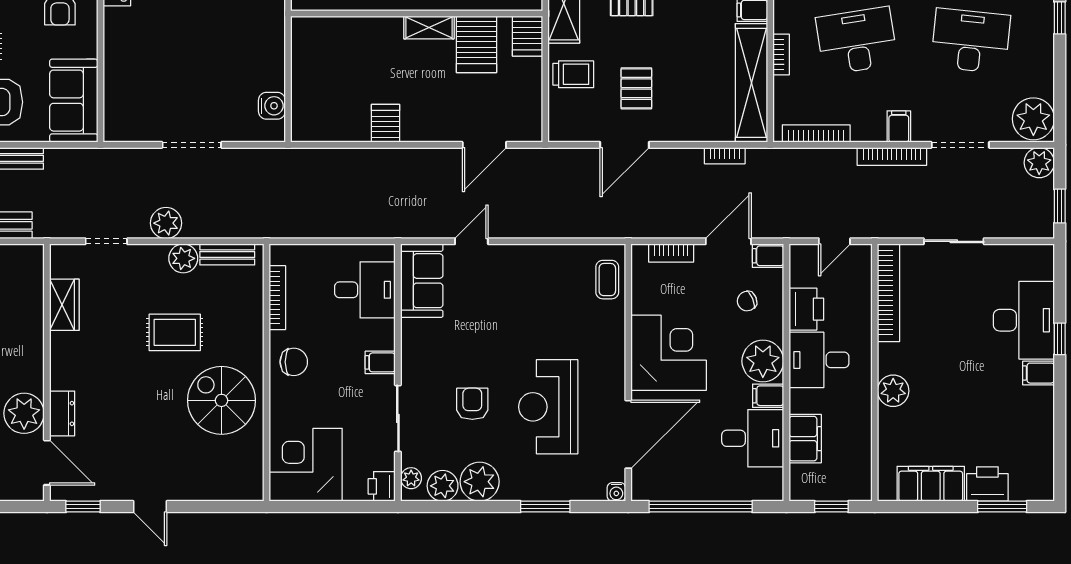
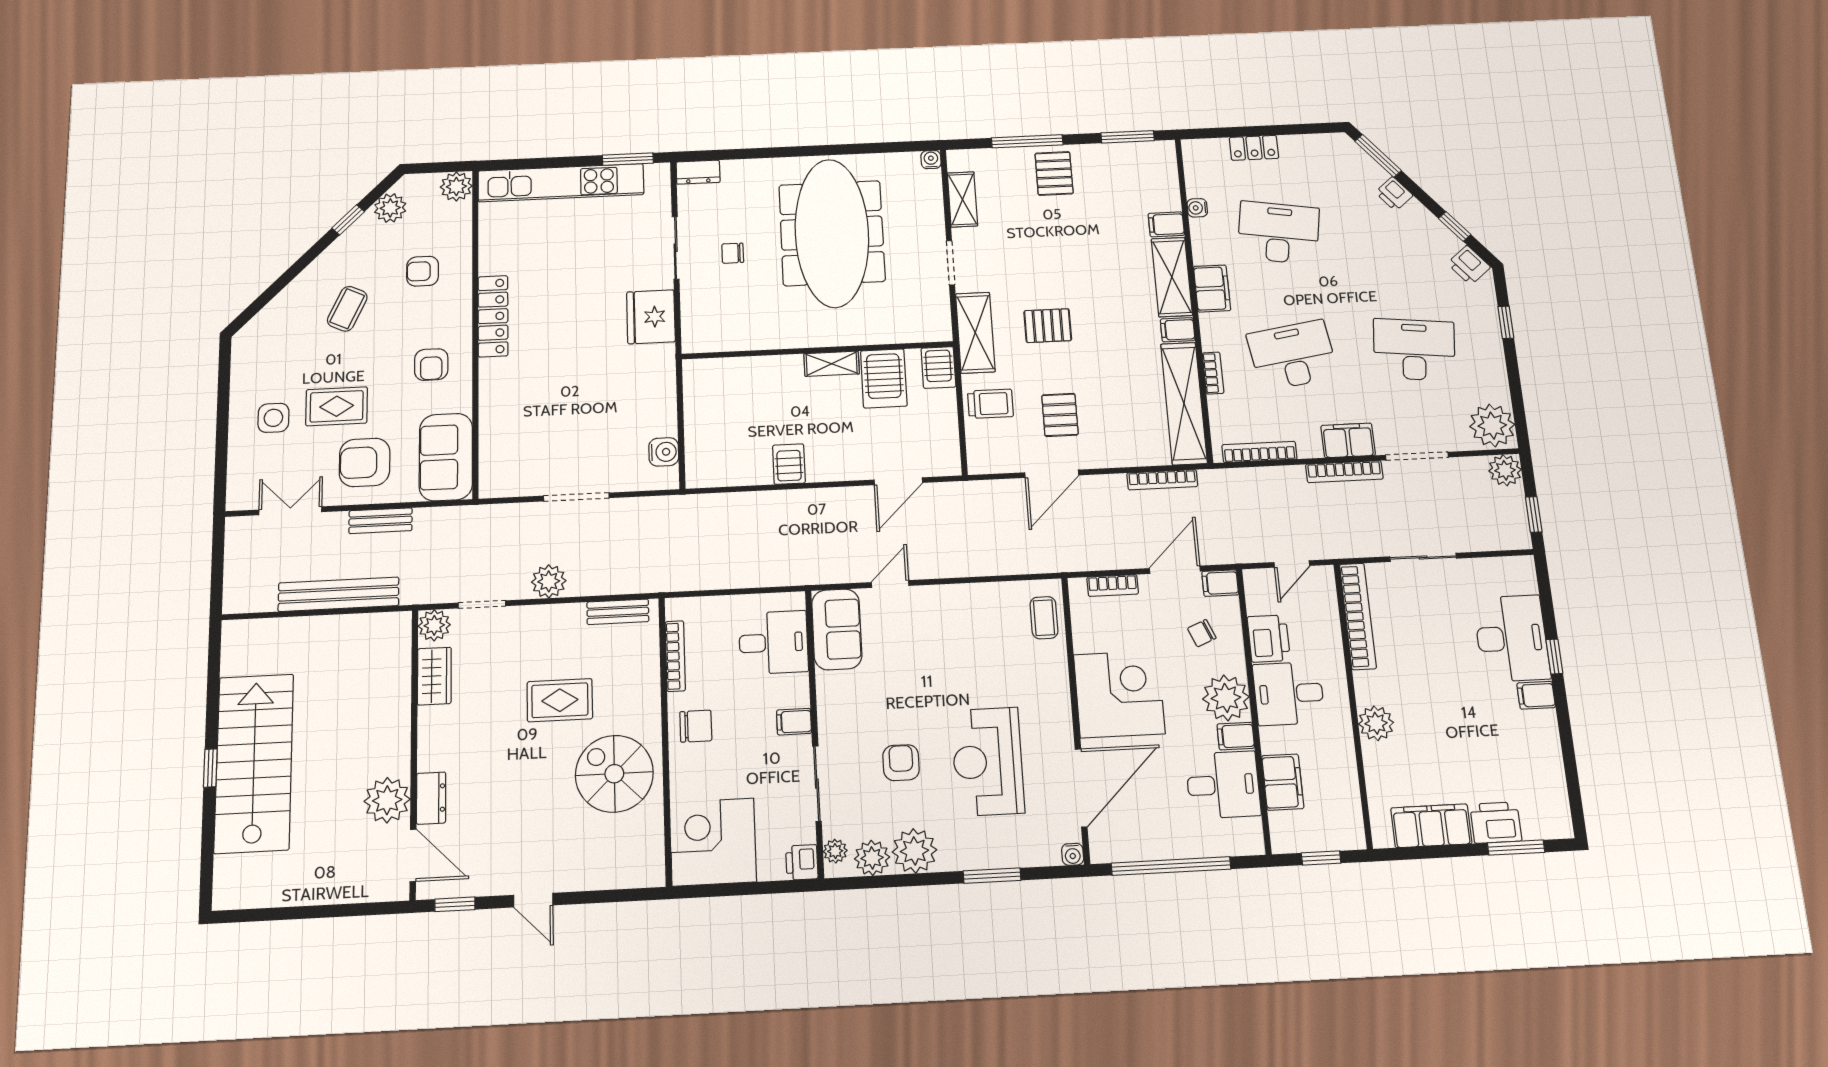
filing cabinet: (899, 126) -> (1348, 440), width x2.00
bookcase: (725, 156) -> (1162, 480), width x1.56
plant: (183, 258) -> (434, 625), moved

